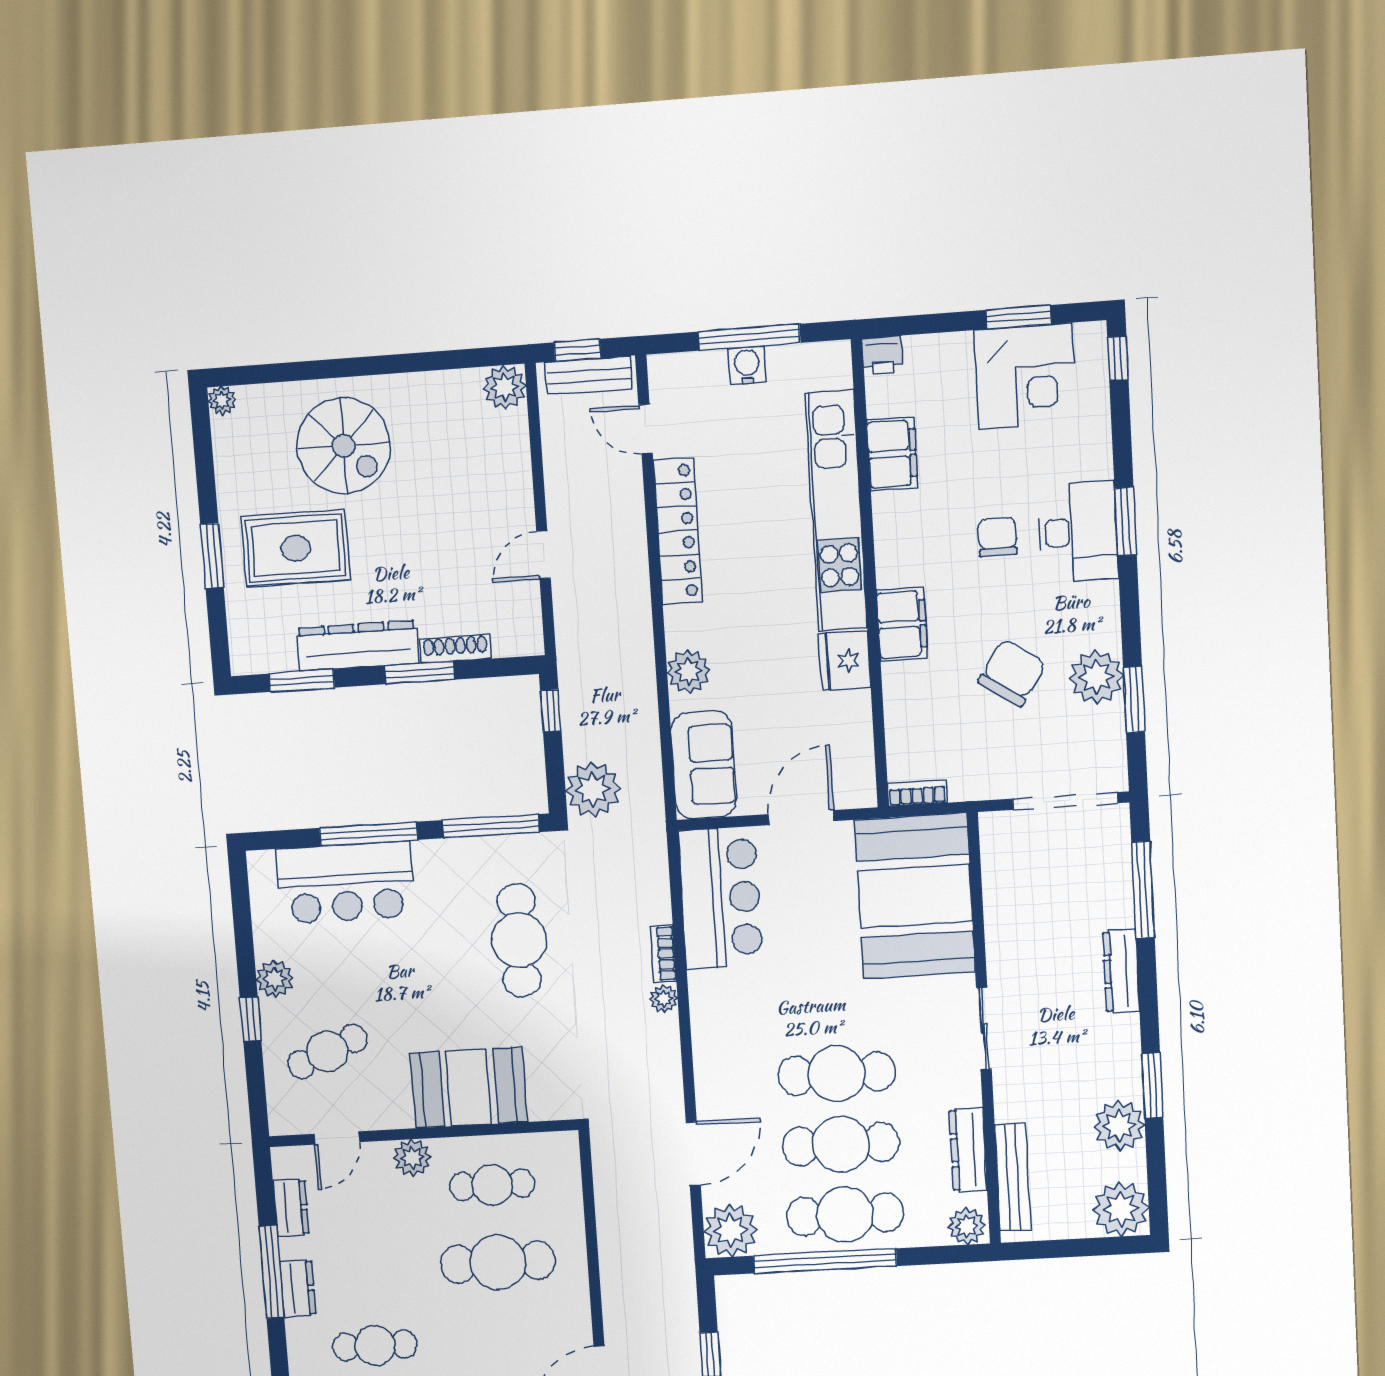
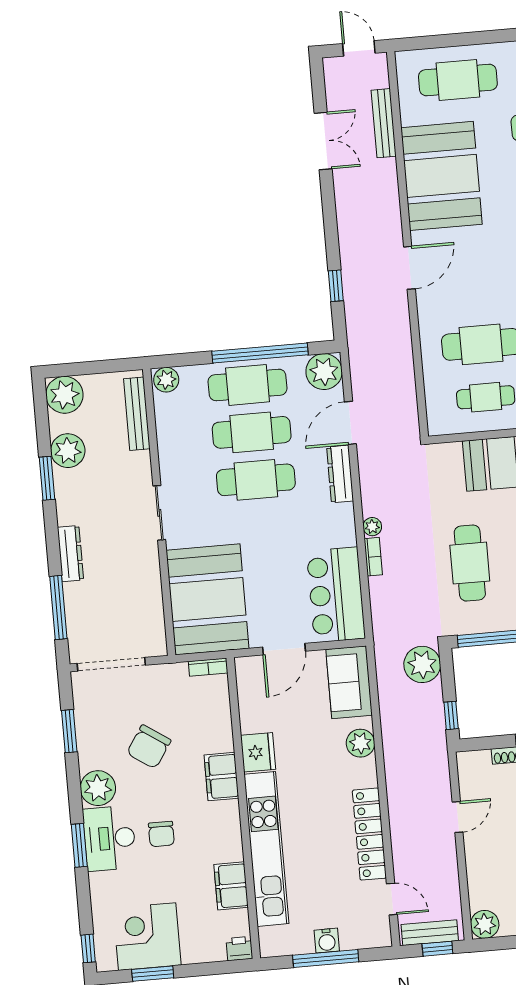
plant: (1096, 677) -> (98, 788), moved
dresser: (968, 1150) -> (340, 474), moved, turned 180

